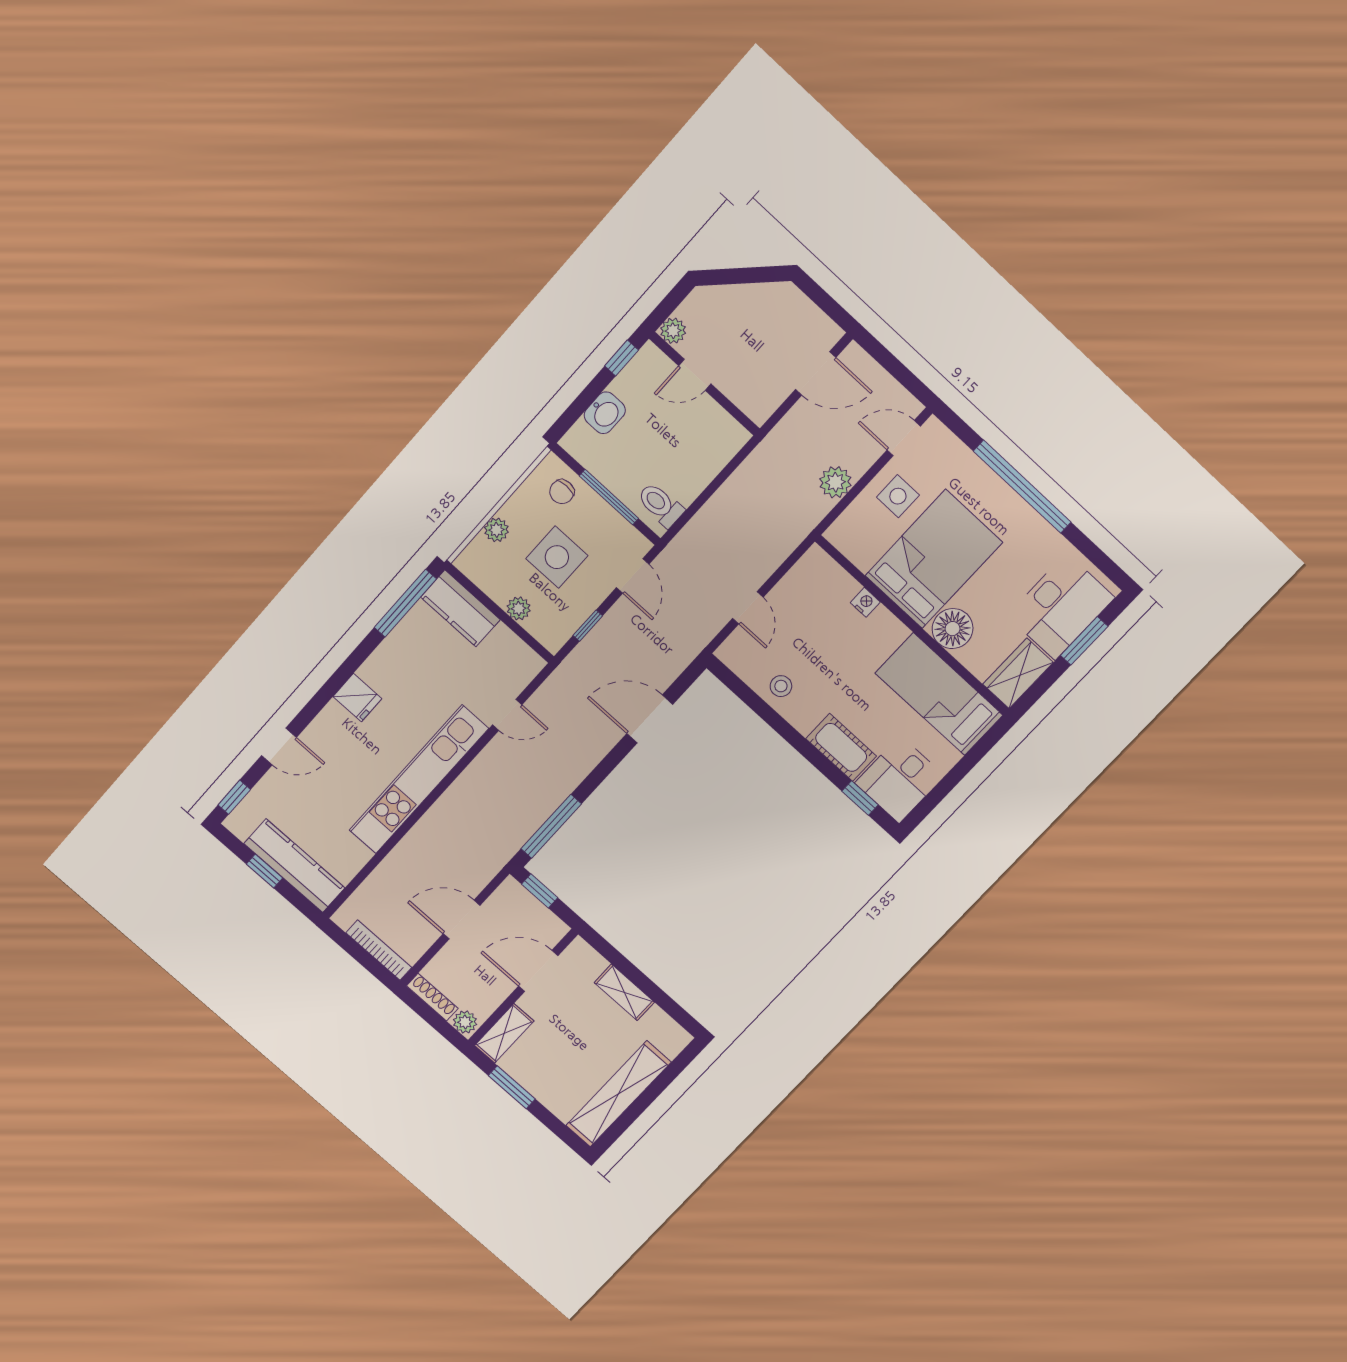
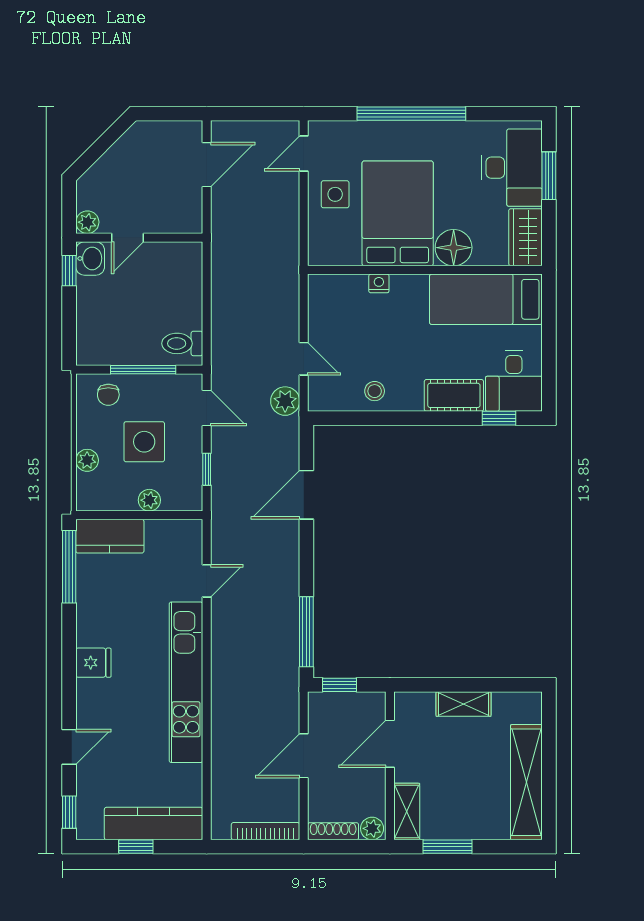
washbasin: (605, 413) -> (90, 258), moved
plant: (835, 482) -> (285, 401), moved

